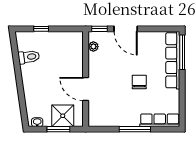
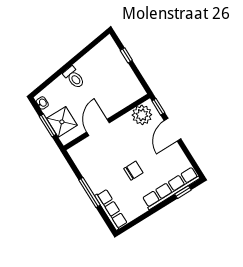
plant: (93, 47) -> (142, 115), width x1.87, depth x1.87
window: (182, 52) -> (183, 192), width x0.46
toilet: (29, 57) -> (74, 78), moved

